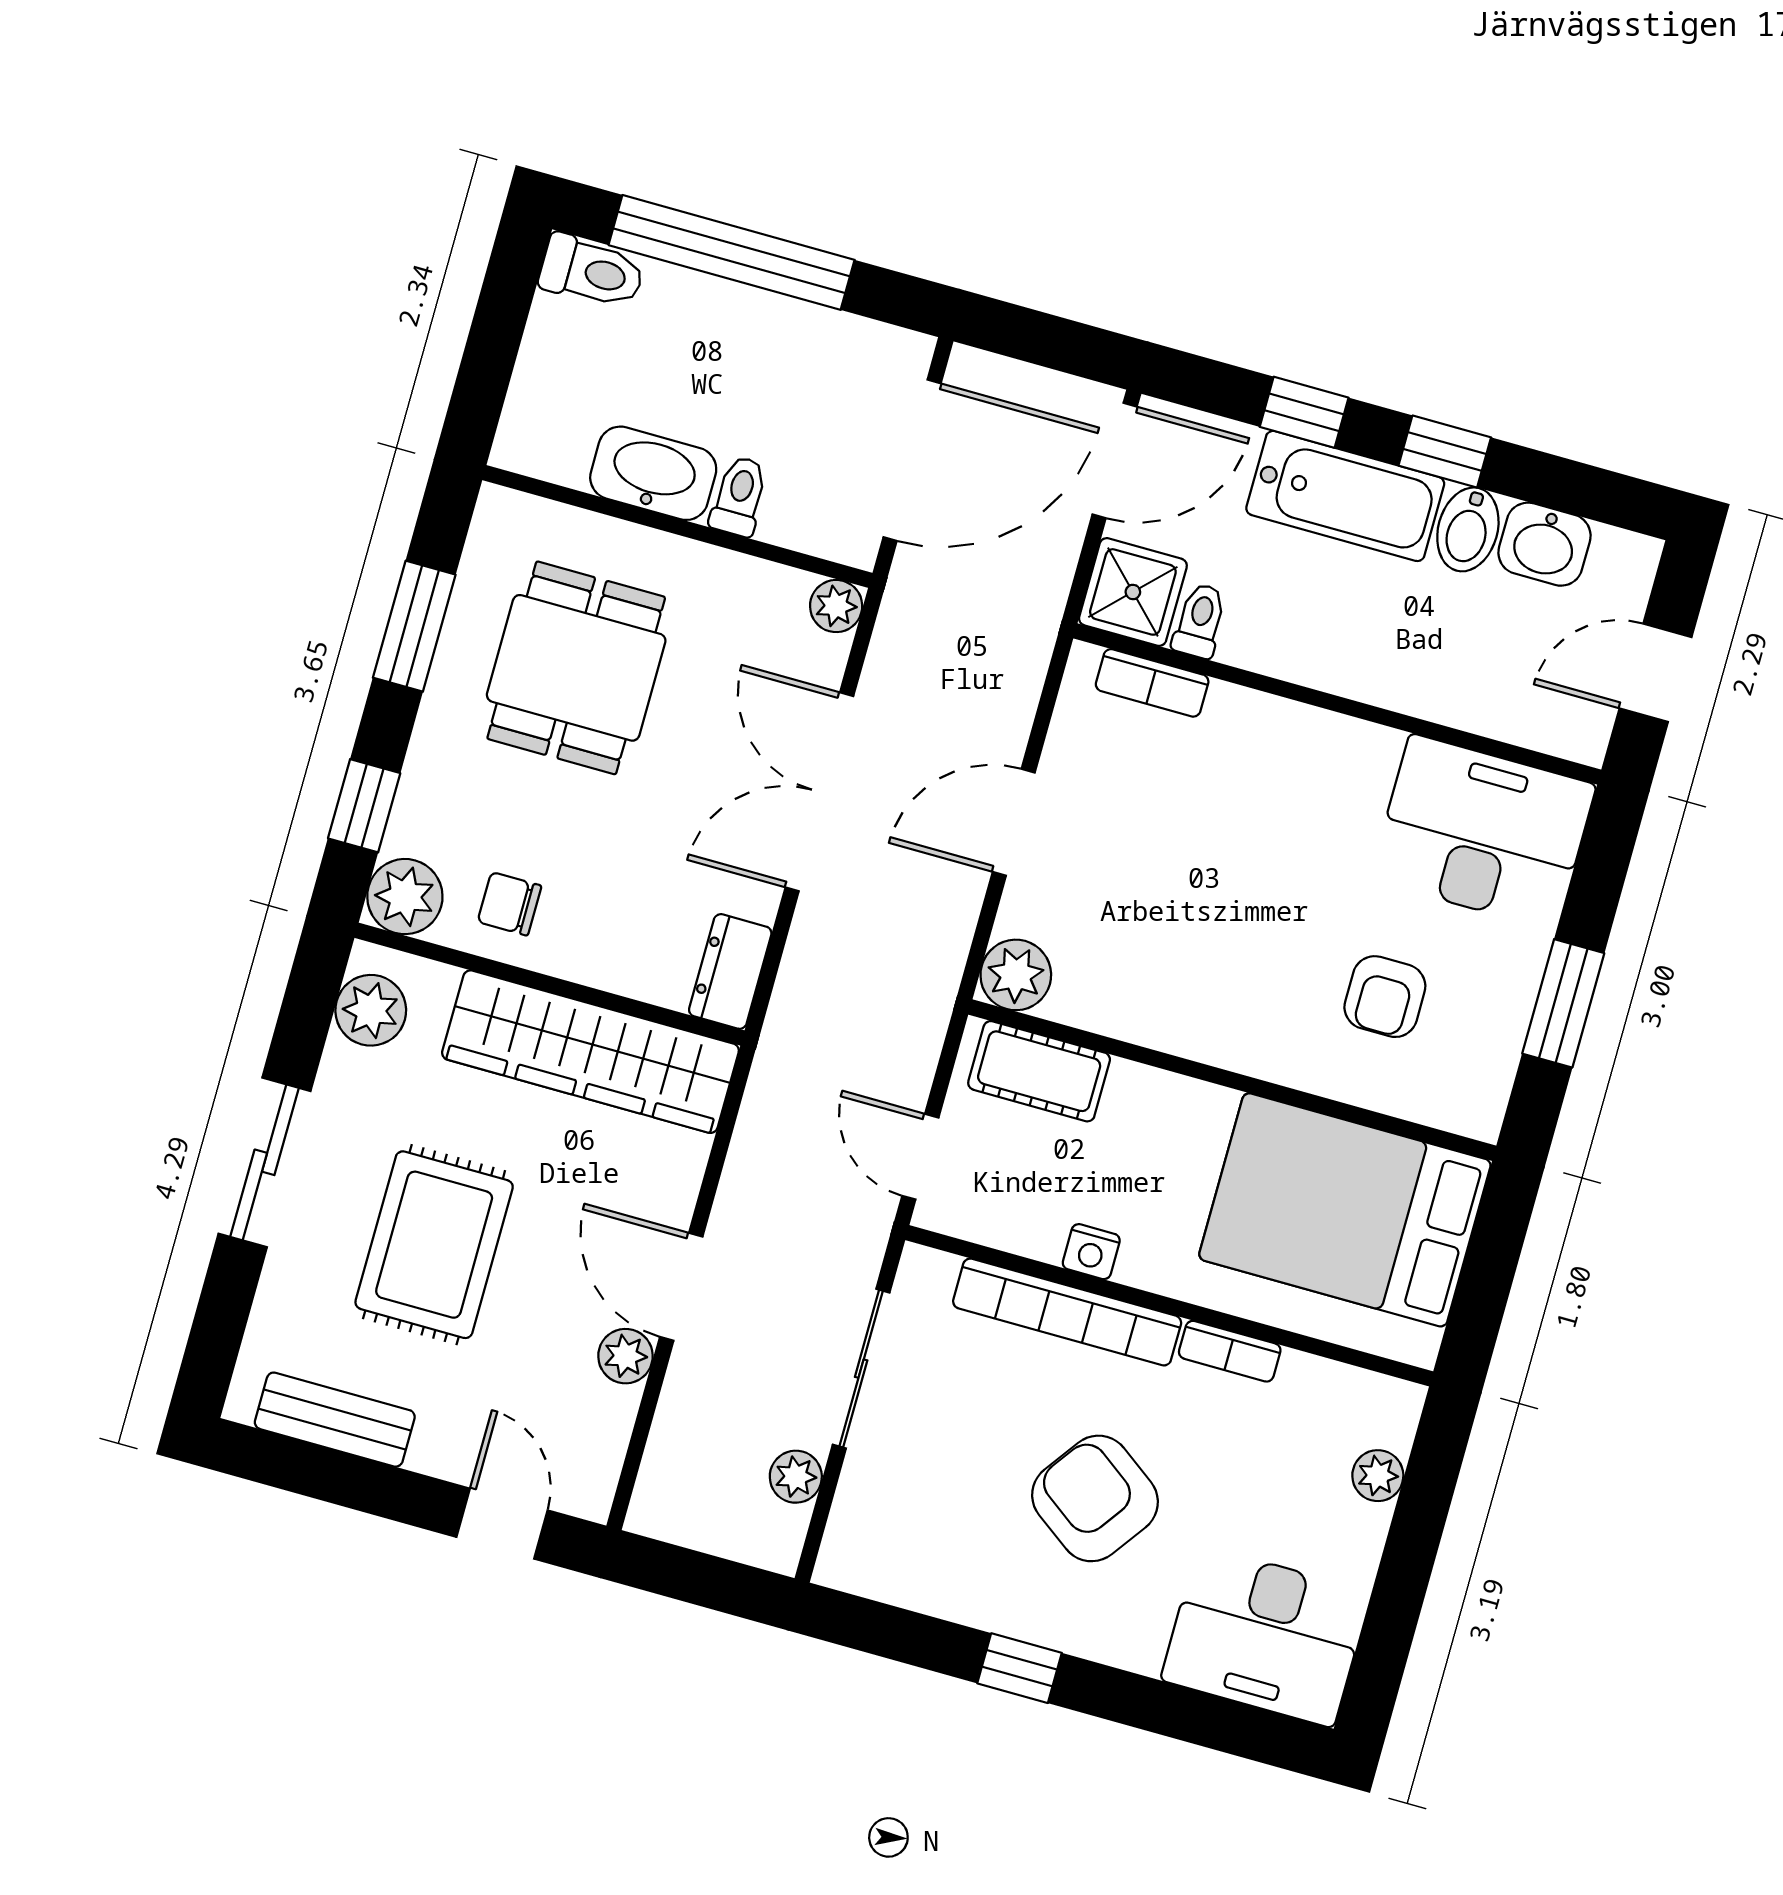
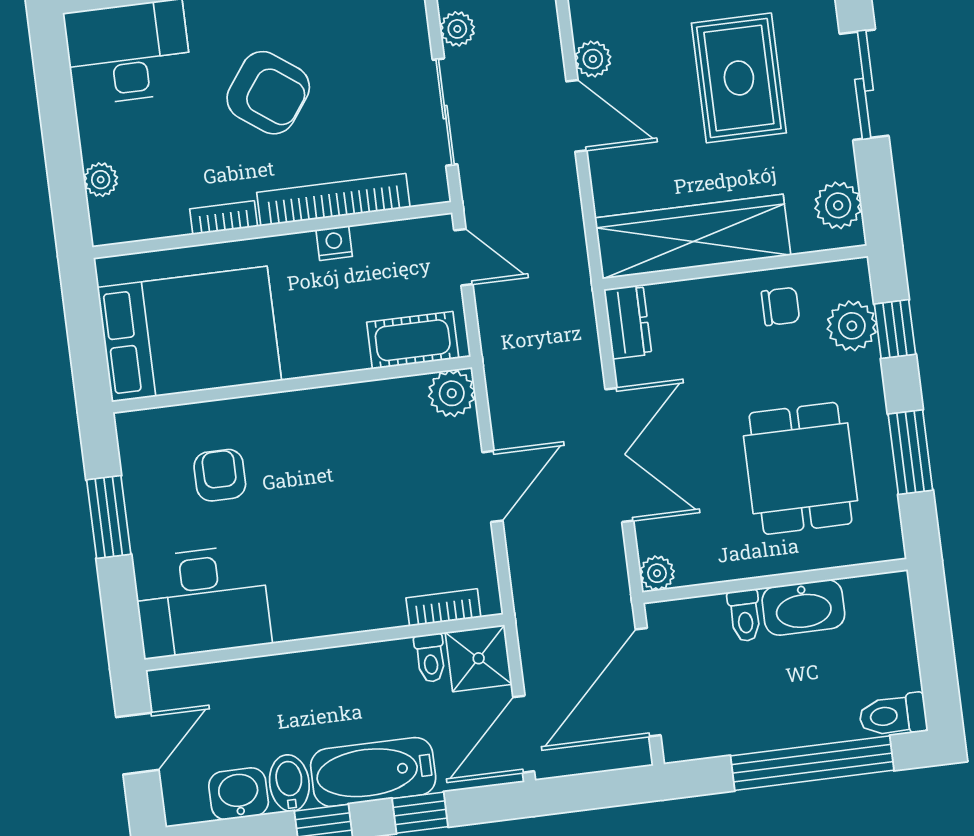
plant: (405, 897) -> (852, 326), moved

